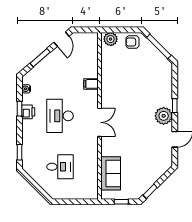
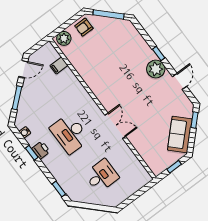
door: (61, 39) -> (23, 69), hinge flipped
filing cabinet: (91, 84) -> (59, 66), moved
double door: (100, 122) -> (115, 126), moved
sofa: (111, 173) -> (180, 134), moved, turned -135
window: (150, 191) -> (194, 120), moved

